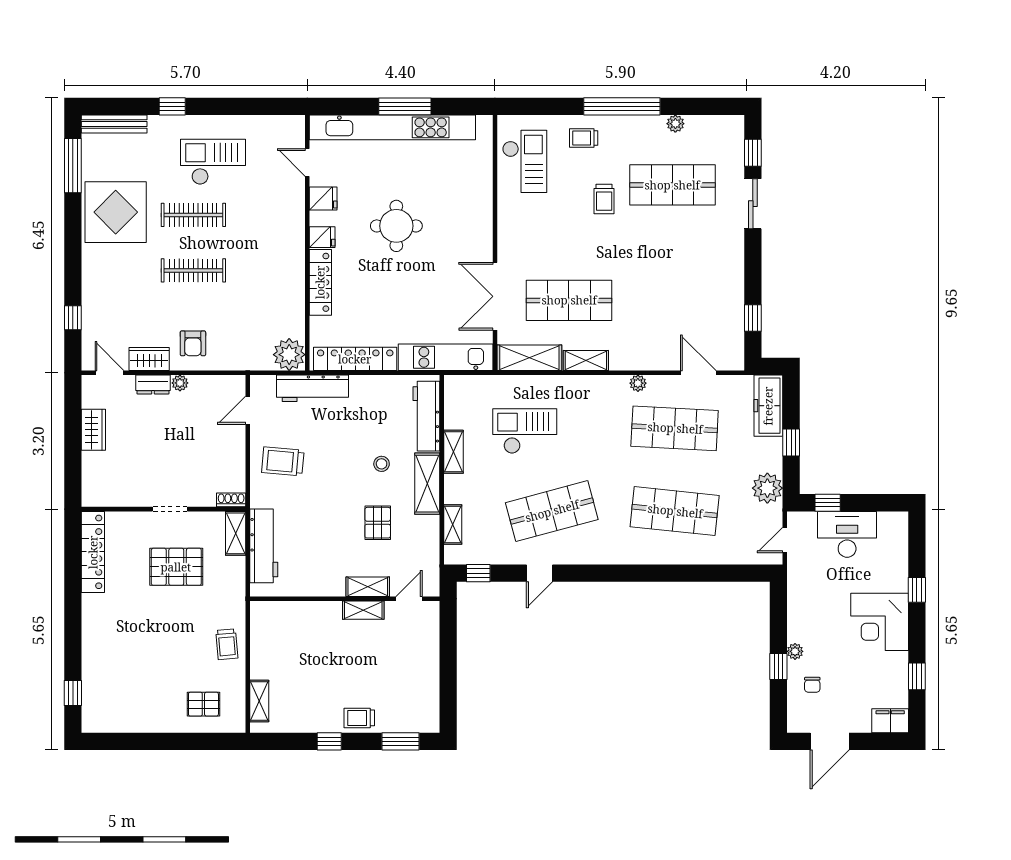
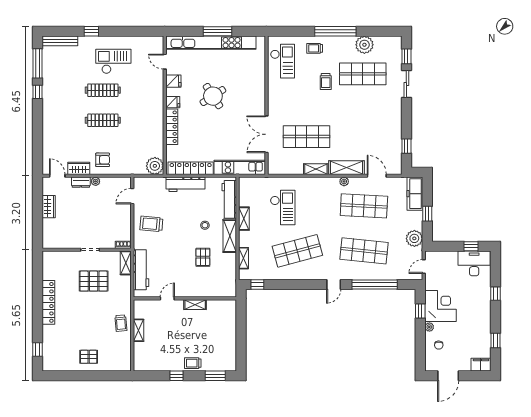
plant: (675, 124) -> (364, 45), width x1.88, depth x1.88
display table: (116, 212) -> (61, 89), removed
round table: (396, 226) -> (213, 96), turned -33
window: (73, 318) -> (37, 92), moved
armchair: (193, 343) -> (103, 160), turned -90
shelving: (529, 358) -> (346, 168), moved
workbench: (312, 388) -> (185, 184), moved
checkout: (525, 431) -> (283, 207), turned 90
window: (828, 503) -> (471, 246), moved
desk: (847, 534) -> (474, 263), moved
locker: (93, 552) -> (48, 302), moved
door: (540, 573) -> (334, 284), moved
window: (694, 573) -> (375, 284), added
shelving: (368, 587) -> (197, 292), removed
door: (409, 599) -> (167, 298), moved
corner desk: (880, 622) -> (440, 306), moved, turned 180
window: (778, 667) -> (420, 311), moved
shelving: (259, 701) -> (139, 330), moved
pallet: (203, 704) -> (89, 357), moved

